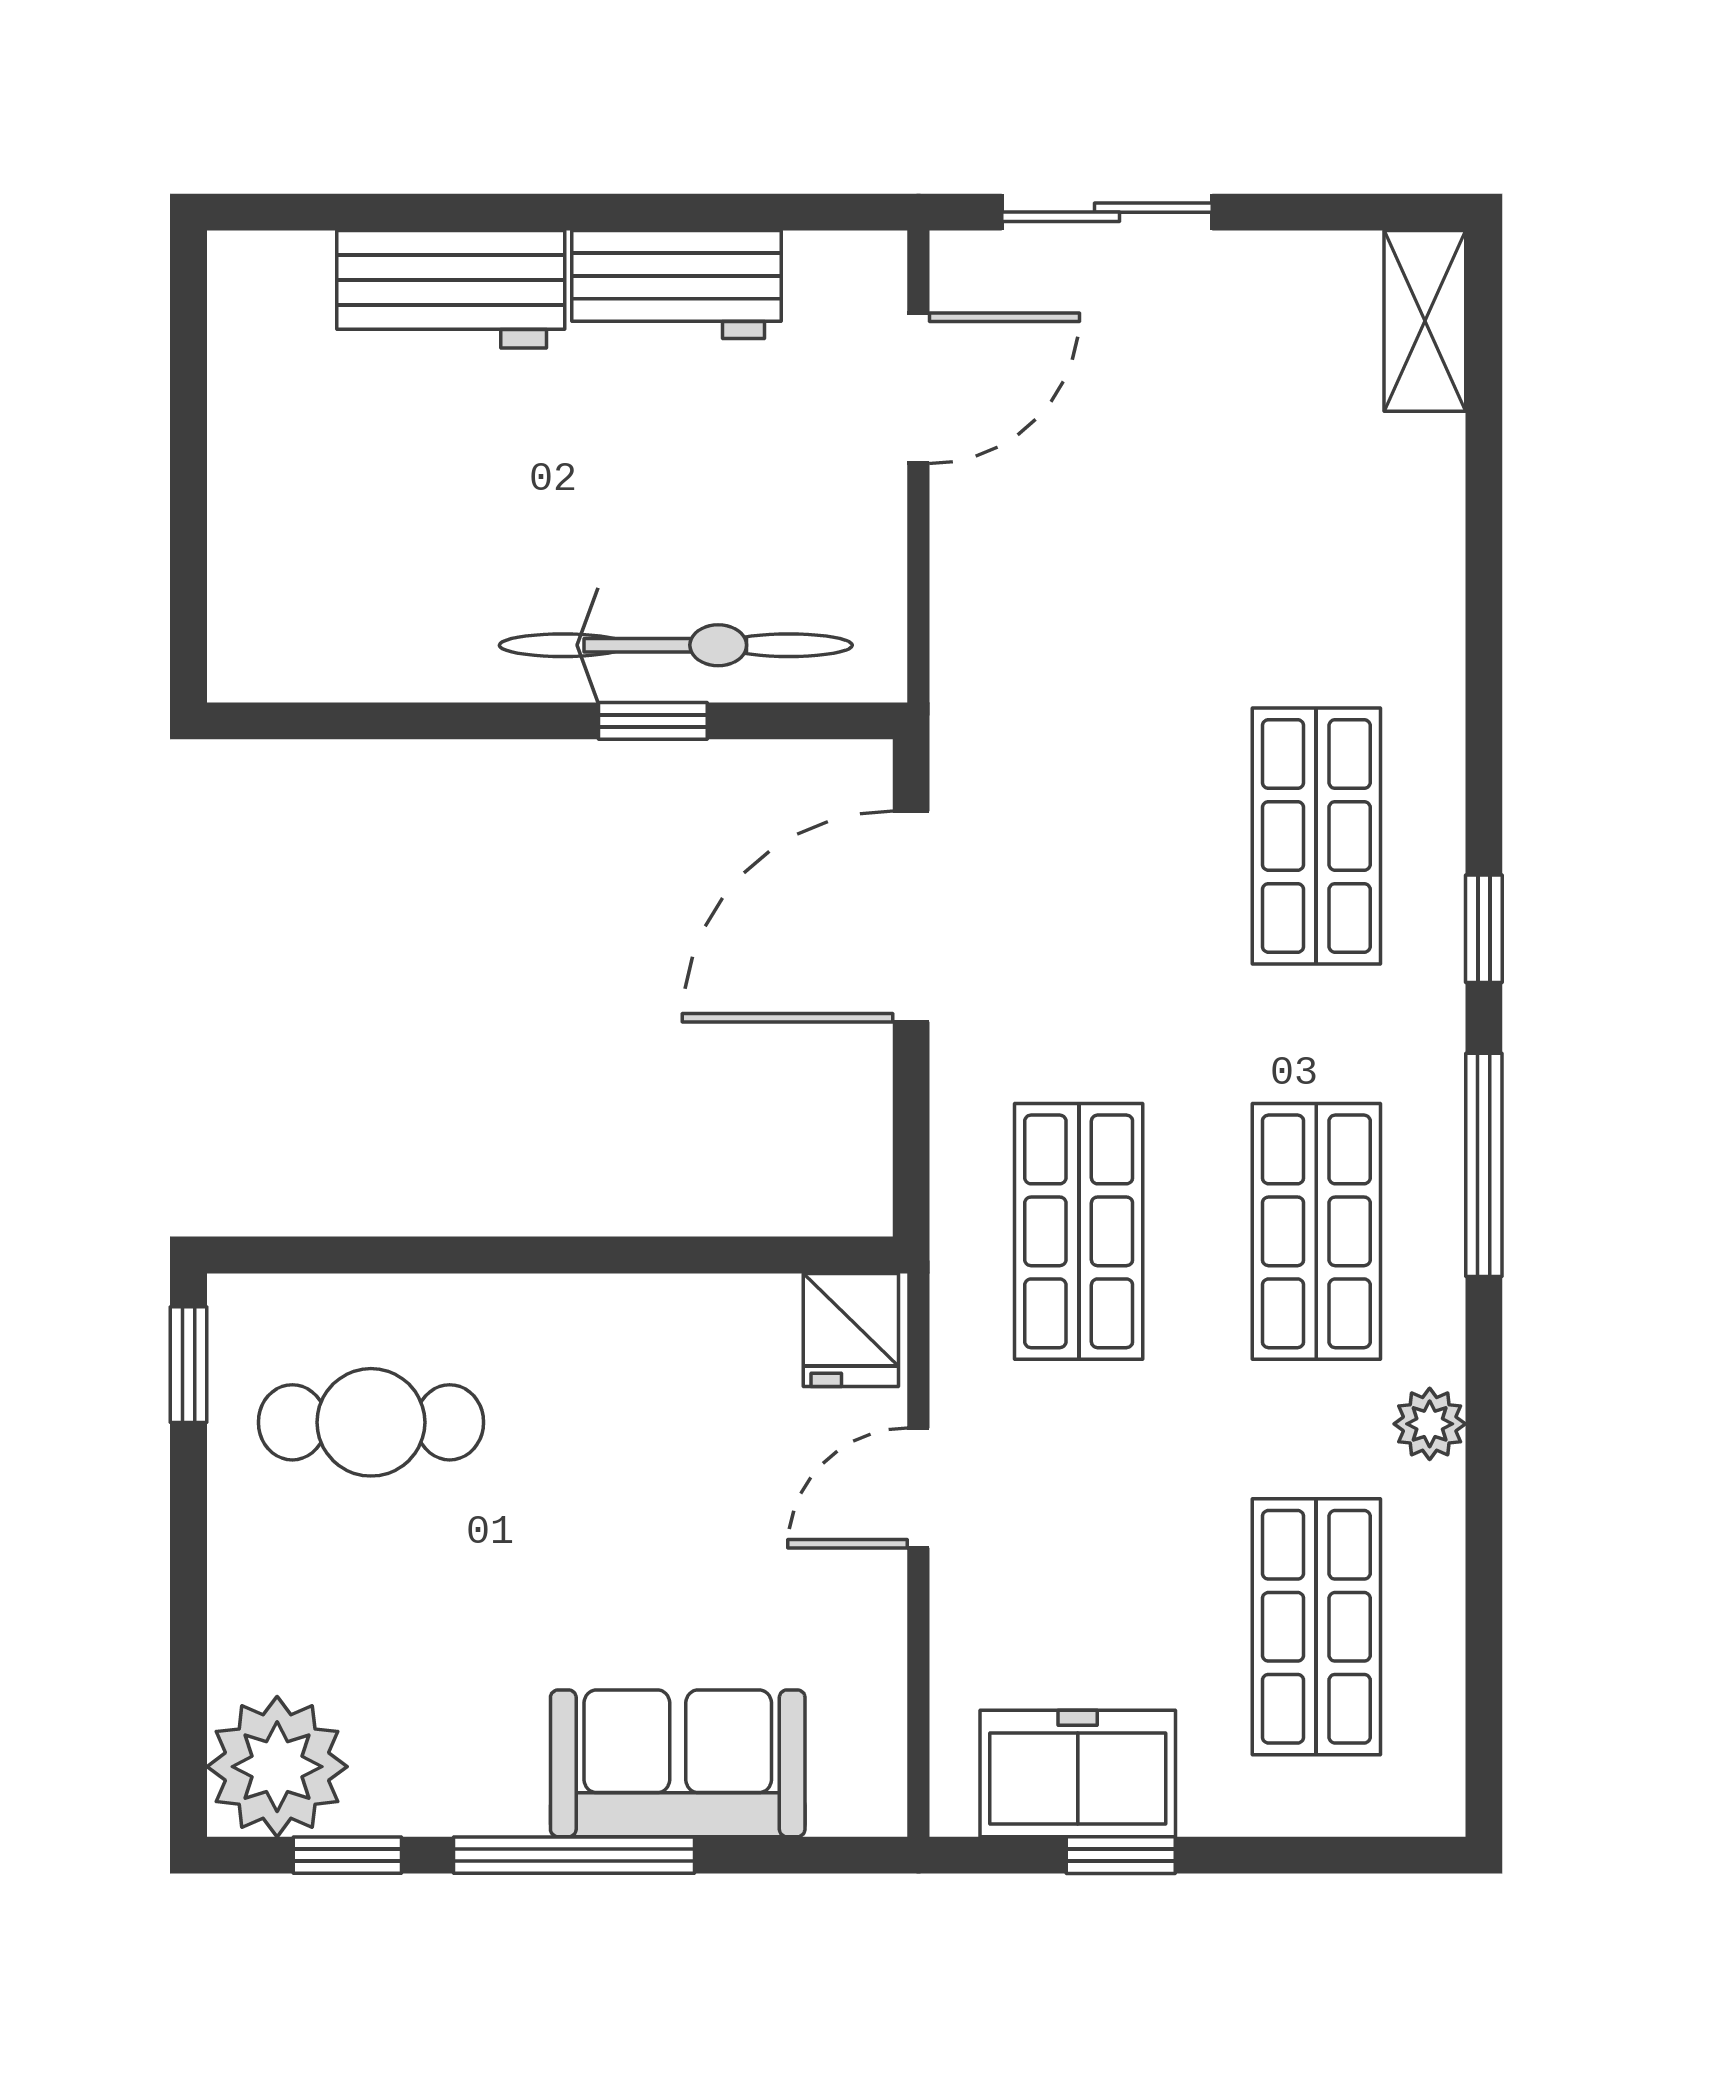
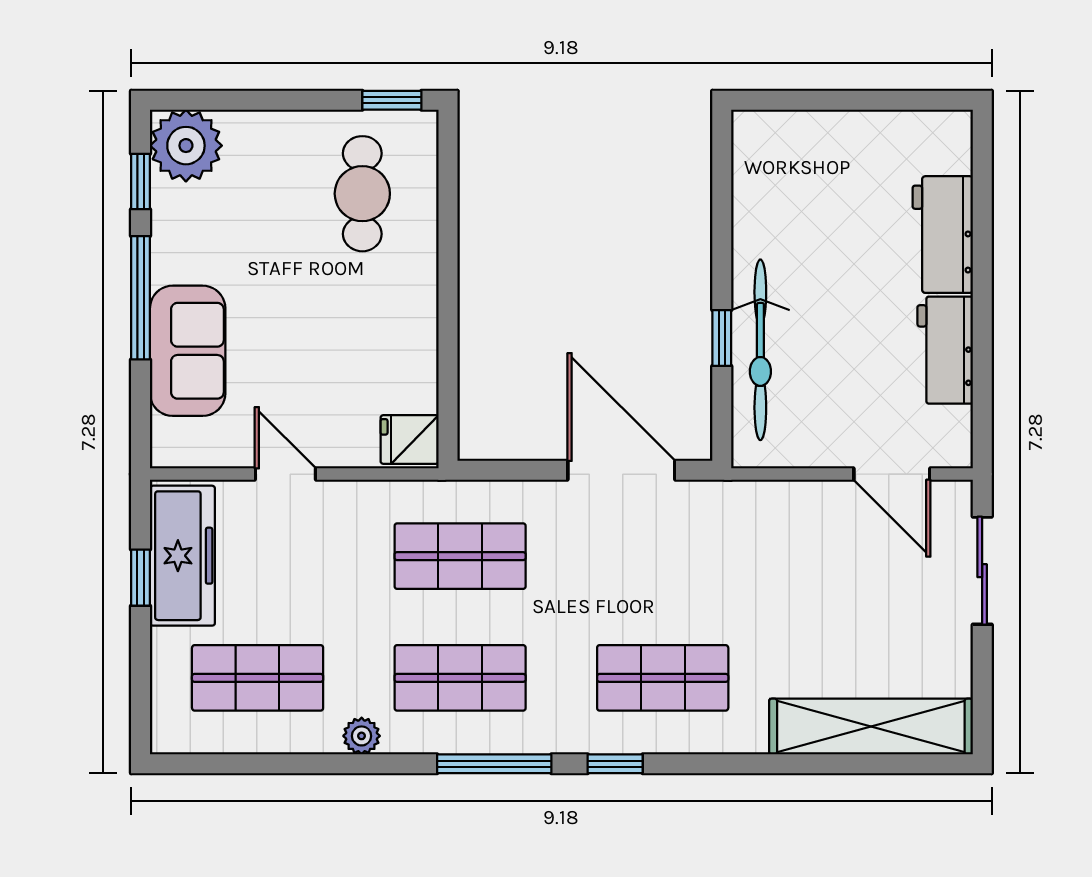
shelving: (1425, 321) -> (871, 727), width x2.20, depth x1.33
door: (918, 1488) -> (285, 474), moved
freezer: (1078, 1773) -> (182, 556), width x1.40

